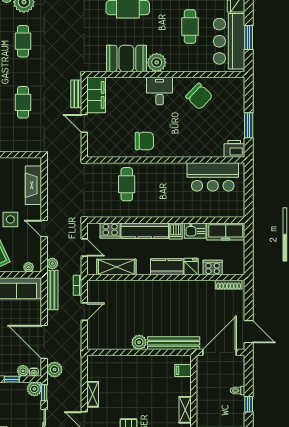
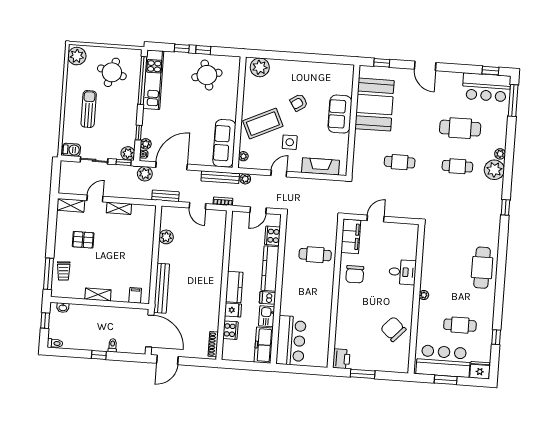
booth: (126, 58) -> (434, 263), removed
plant: (157, 62) -> (424, 295), width x0.53, depth x0.53
desk: (160, 91) -> (403, 272), moved
bench: (76, 94) -> (165, 196), moved
filing cabinet: (96, 95) -> (351, 236), moved, turned -90
chair: (199, 96) -> (393, 329), turned 89
bar counter: (213, 177) -> (291, 341), moved, turned 180
shelving: (116, 267) -> (237, 239), removed
plant: (139, 342) -> (166, 237), moved

